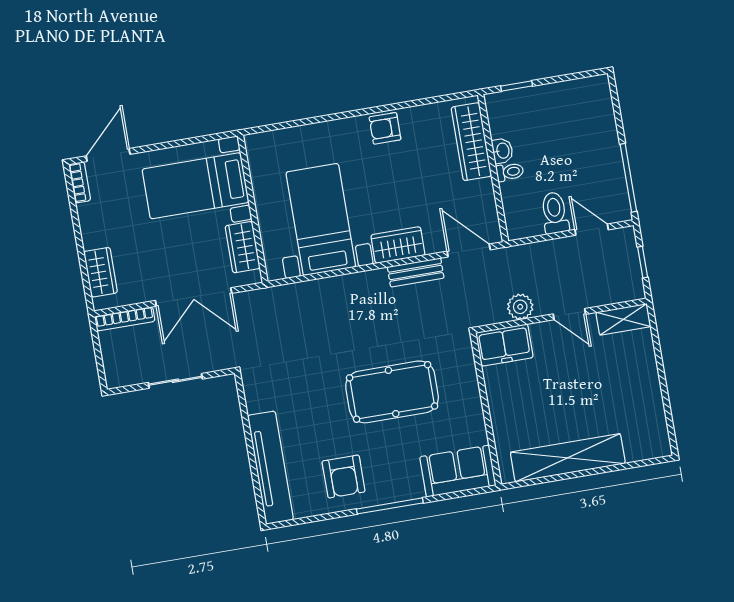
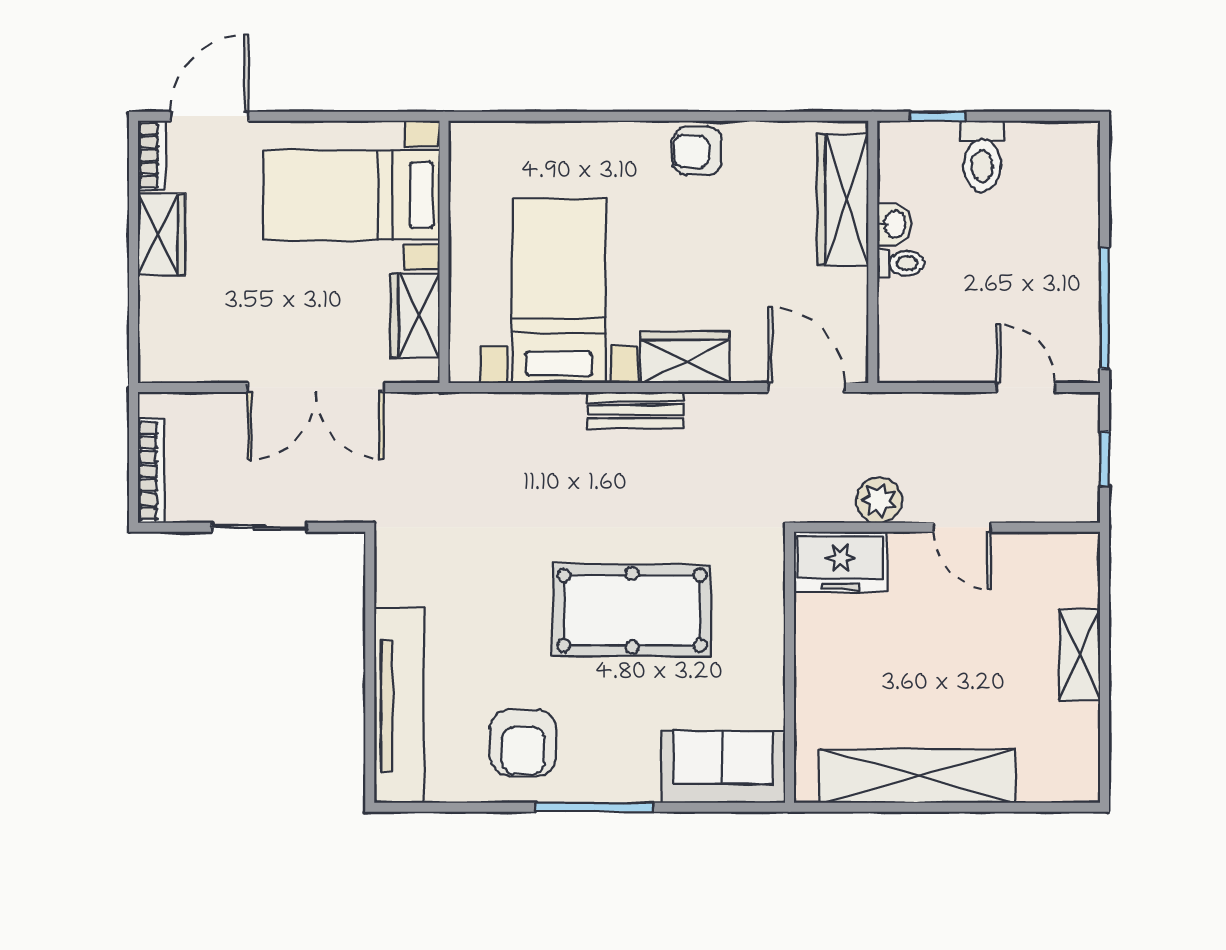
toilet: (555, 213) -> (982, 156), moved, turned 180
wardrobe: (101, 272) -> (162, 234), moved
bench: (416, 272) -> (635, 410), moved
bookcase: (125, 319) -> (151, 471), moved, turned -90
shelving: (623, 319) -> (1079, 655), moved, turned 90

